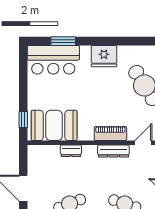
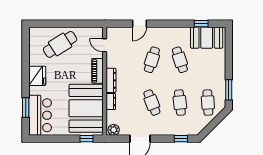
booth: (54, 125) -> (86, 108), width x1.36, depth x1.42
dresser: (113, 151) -> (111, 80), moved
plant: (35, 154) -> (114, 130), added

